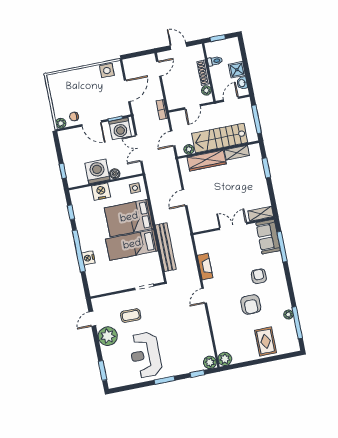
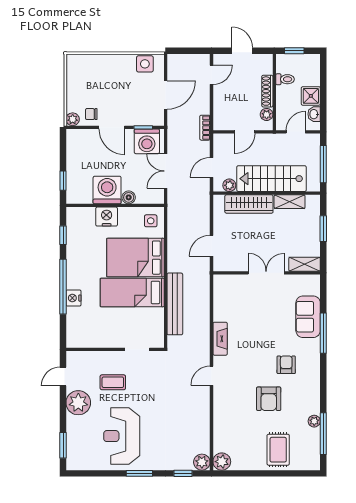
shelving: (261, 214) -> (305, 264), moved
double door: (233, 226) -> (266, 273), moved
wall: (233, 226) -> (267, 273), moved

